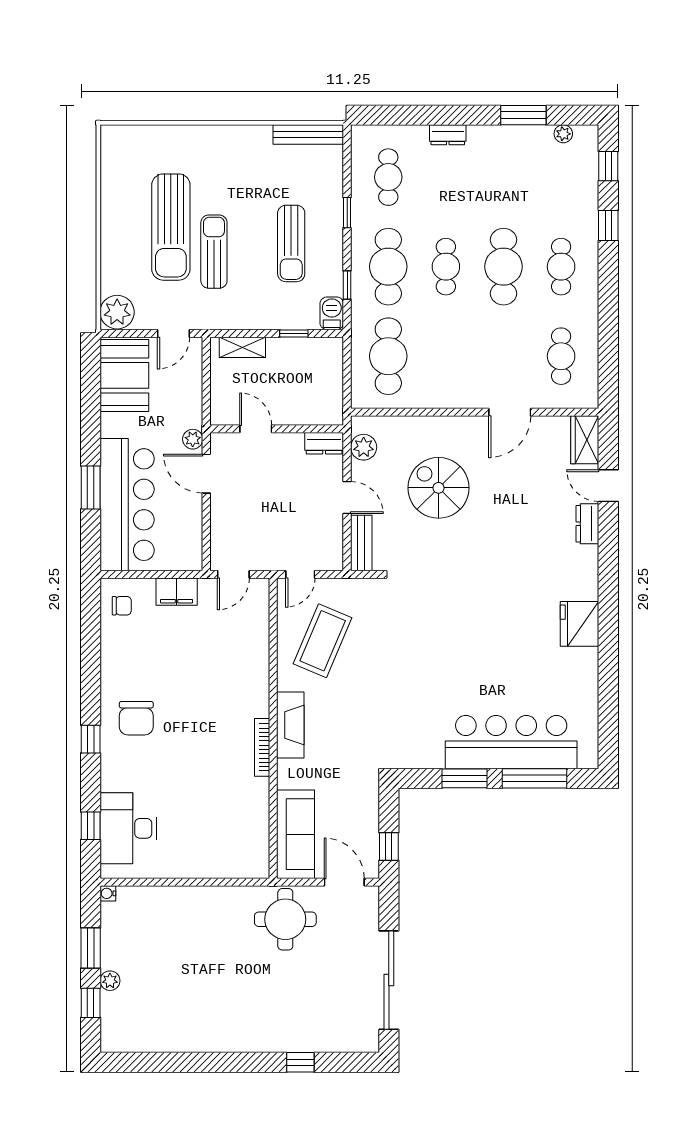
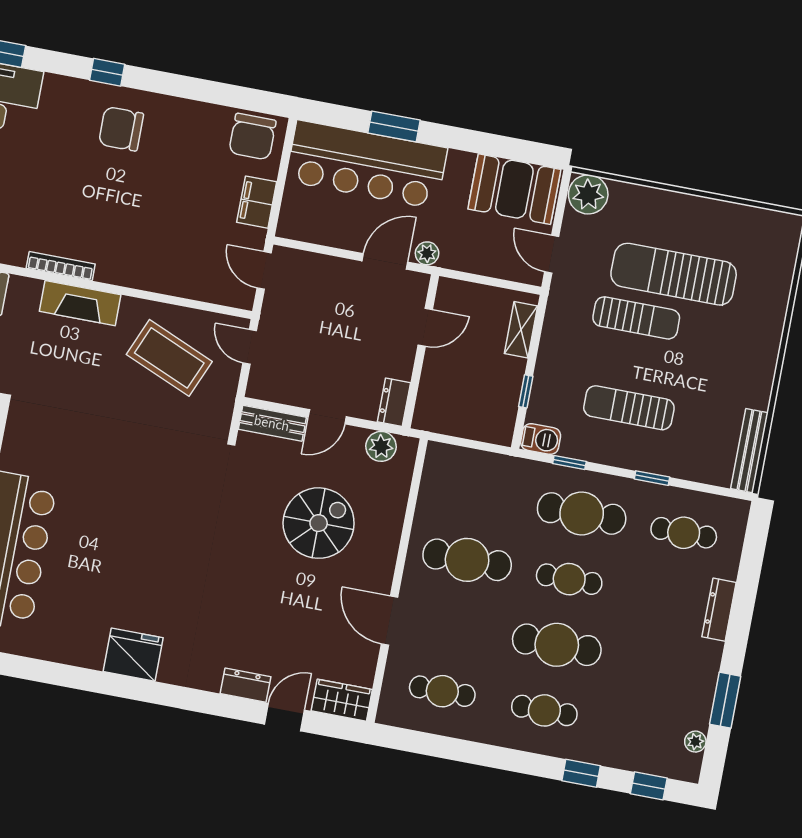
dresser: (448, 135) -> (719, 610), width x1.44
cafe table: (388, 356) -> (467, 560), moved
chair: (122, 606) -> (252, 137), width x1.87, depth x1.87

